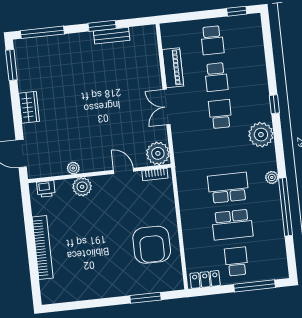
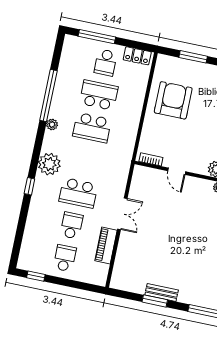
bench: (112, 36) -> (162, 292), moved
school desk: (220, 114) -> (78, 193), width x1.85
plant: (158, 153) -> (143, 177), removed

